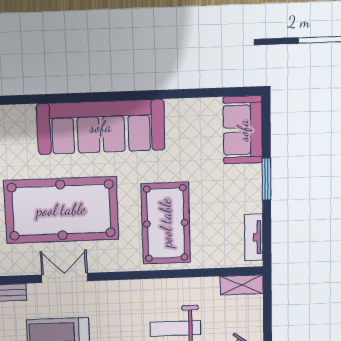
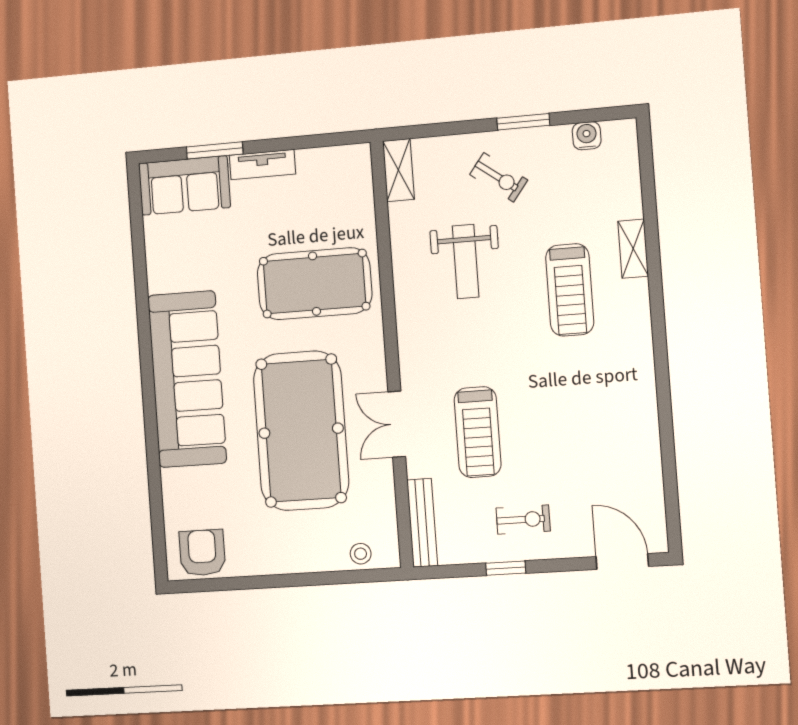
window: (267, 179) -> (215, 150), moved
tv unit: (254, 237) -> (262, 165), moved

